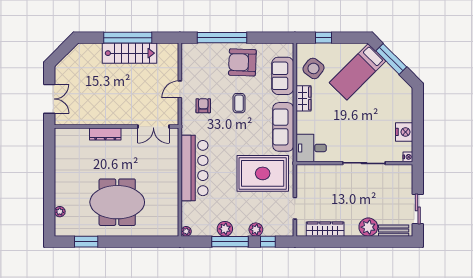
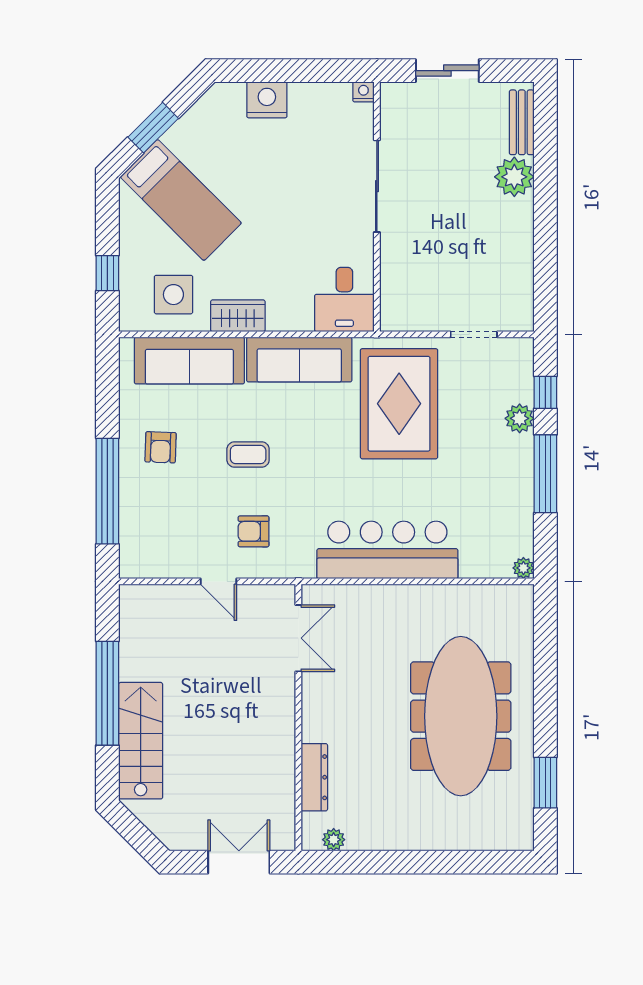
stairs: (130, 53) -> (141, 741), moved
window: (391, 59) -> (153, 128), width x0.69
armchair: (242, 62) -> (161, 447), width x0.53, depth x0.53
side table: (313, 68) -> (173, 295), turned -37
sofa: (283, 76) -> (189, 361), width x1.36
nightstand: (404, 132) -> (267, 100), moved
dresser: (105, 134) -> (314, 777), moved
meeting table: (117, 202) -> (461, 716), width x1.36
sliding door: (418, 209) -> (447, 71), moved
plant: (60, 212) -> (334, 840), moved
plant: (225, 229) -> (518, 485), removed
wardrobe: (325, 229) -> (519, 269), removed

